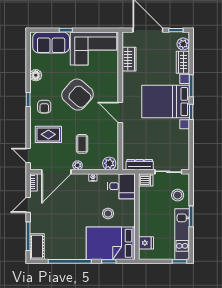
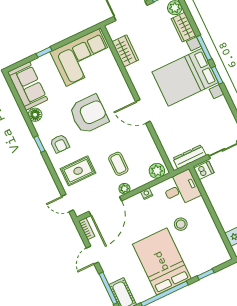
sofa: (51, 42) -> (28, 86), moved, turned -90
armchair: (78, 95) -> (89, 114), turned -41
bed: (111, 243) -> (162, 261), moved, turned 90

